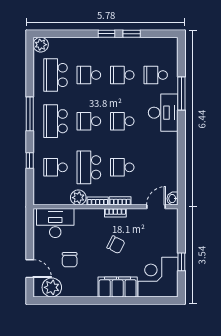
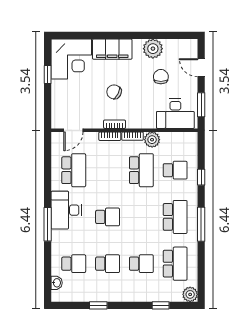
window: (107, 34) -> (161, 305), moved
window: (181, 93) -> (48, 224), moved
desk: (163, 113) -> (66, 210), moved
school desk: (89, 121) -> (141, 217), removed
school desk: (122, 167) -> (74, 170), moved, width x1.85
washbasin: (173, 199) -> (57, 283), moved
window: (30, 232) -> (201, 105), added
plant: (52, 287) -> (153, 49), moved

